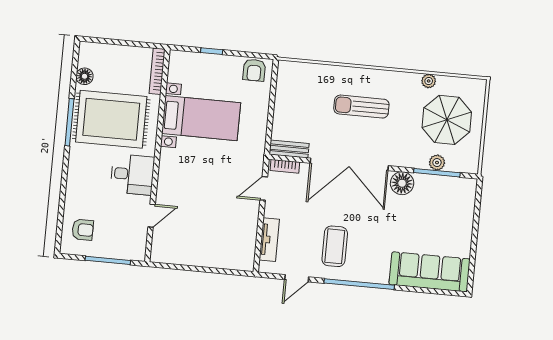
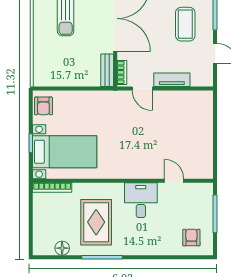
armchair: (254, 70) -> (43, 106), turned 90
bed with nightstands: (201, 118) -> (65, 152), moved, turned 90
rug: (111, 119) -> (96, 222), width x0.73, depth x0.69
tv unit: (269, 240) -> (172, 80), moved
coffee table: (335, 246) -> (185, 24), turned 90

